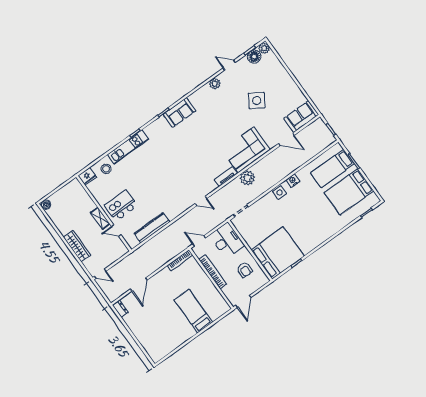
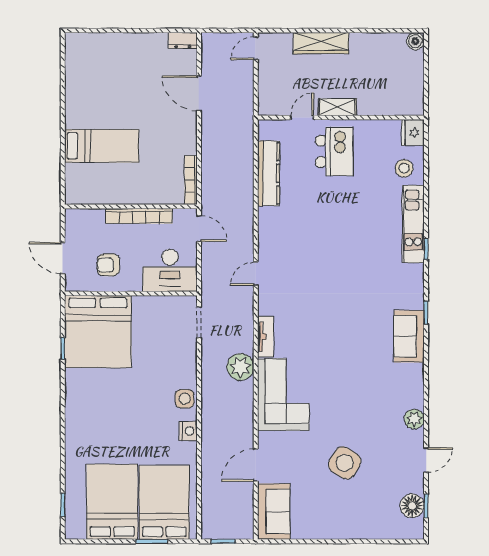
plant: (264, 48) -> (414, 529), removed
bed: (332, 168) -> (164, 502), width x1.50
door: (199, 241) -> (199, 229), hinge flipped
door: (243, 301) -> (63, 258), moved

